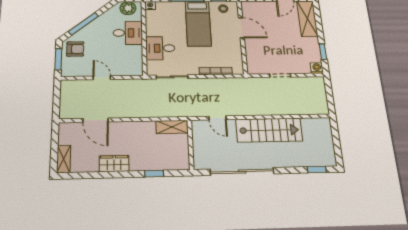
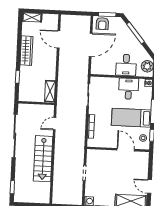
door: (241, 28) -> (126, 150), swing flipped
desk: (160, 48) -> (129, 89), moved
armchair: (75, 49) -> (102, 24), moved
door: (102, 78) -> (91, 45), width x1.88
door: (96, 120) -> (58, 39), hinge flipped
wardrobe: (114, 164) -> (26, 51), width x1.50

